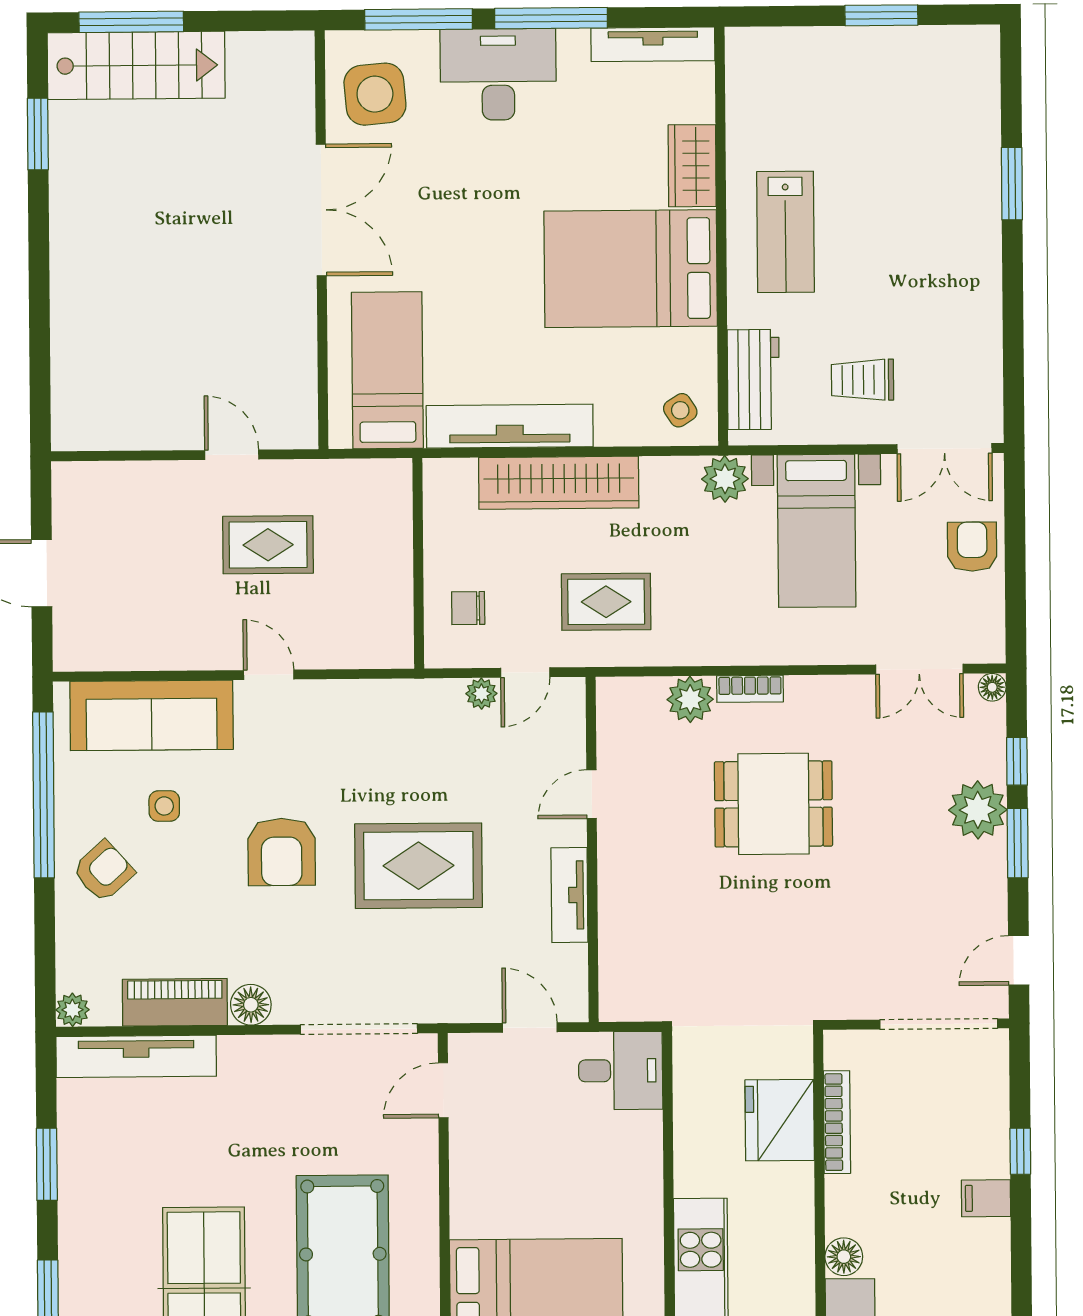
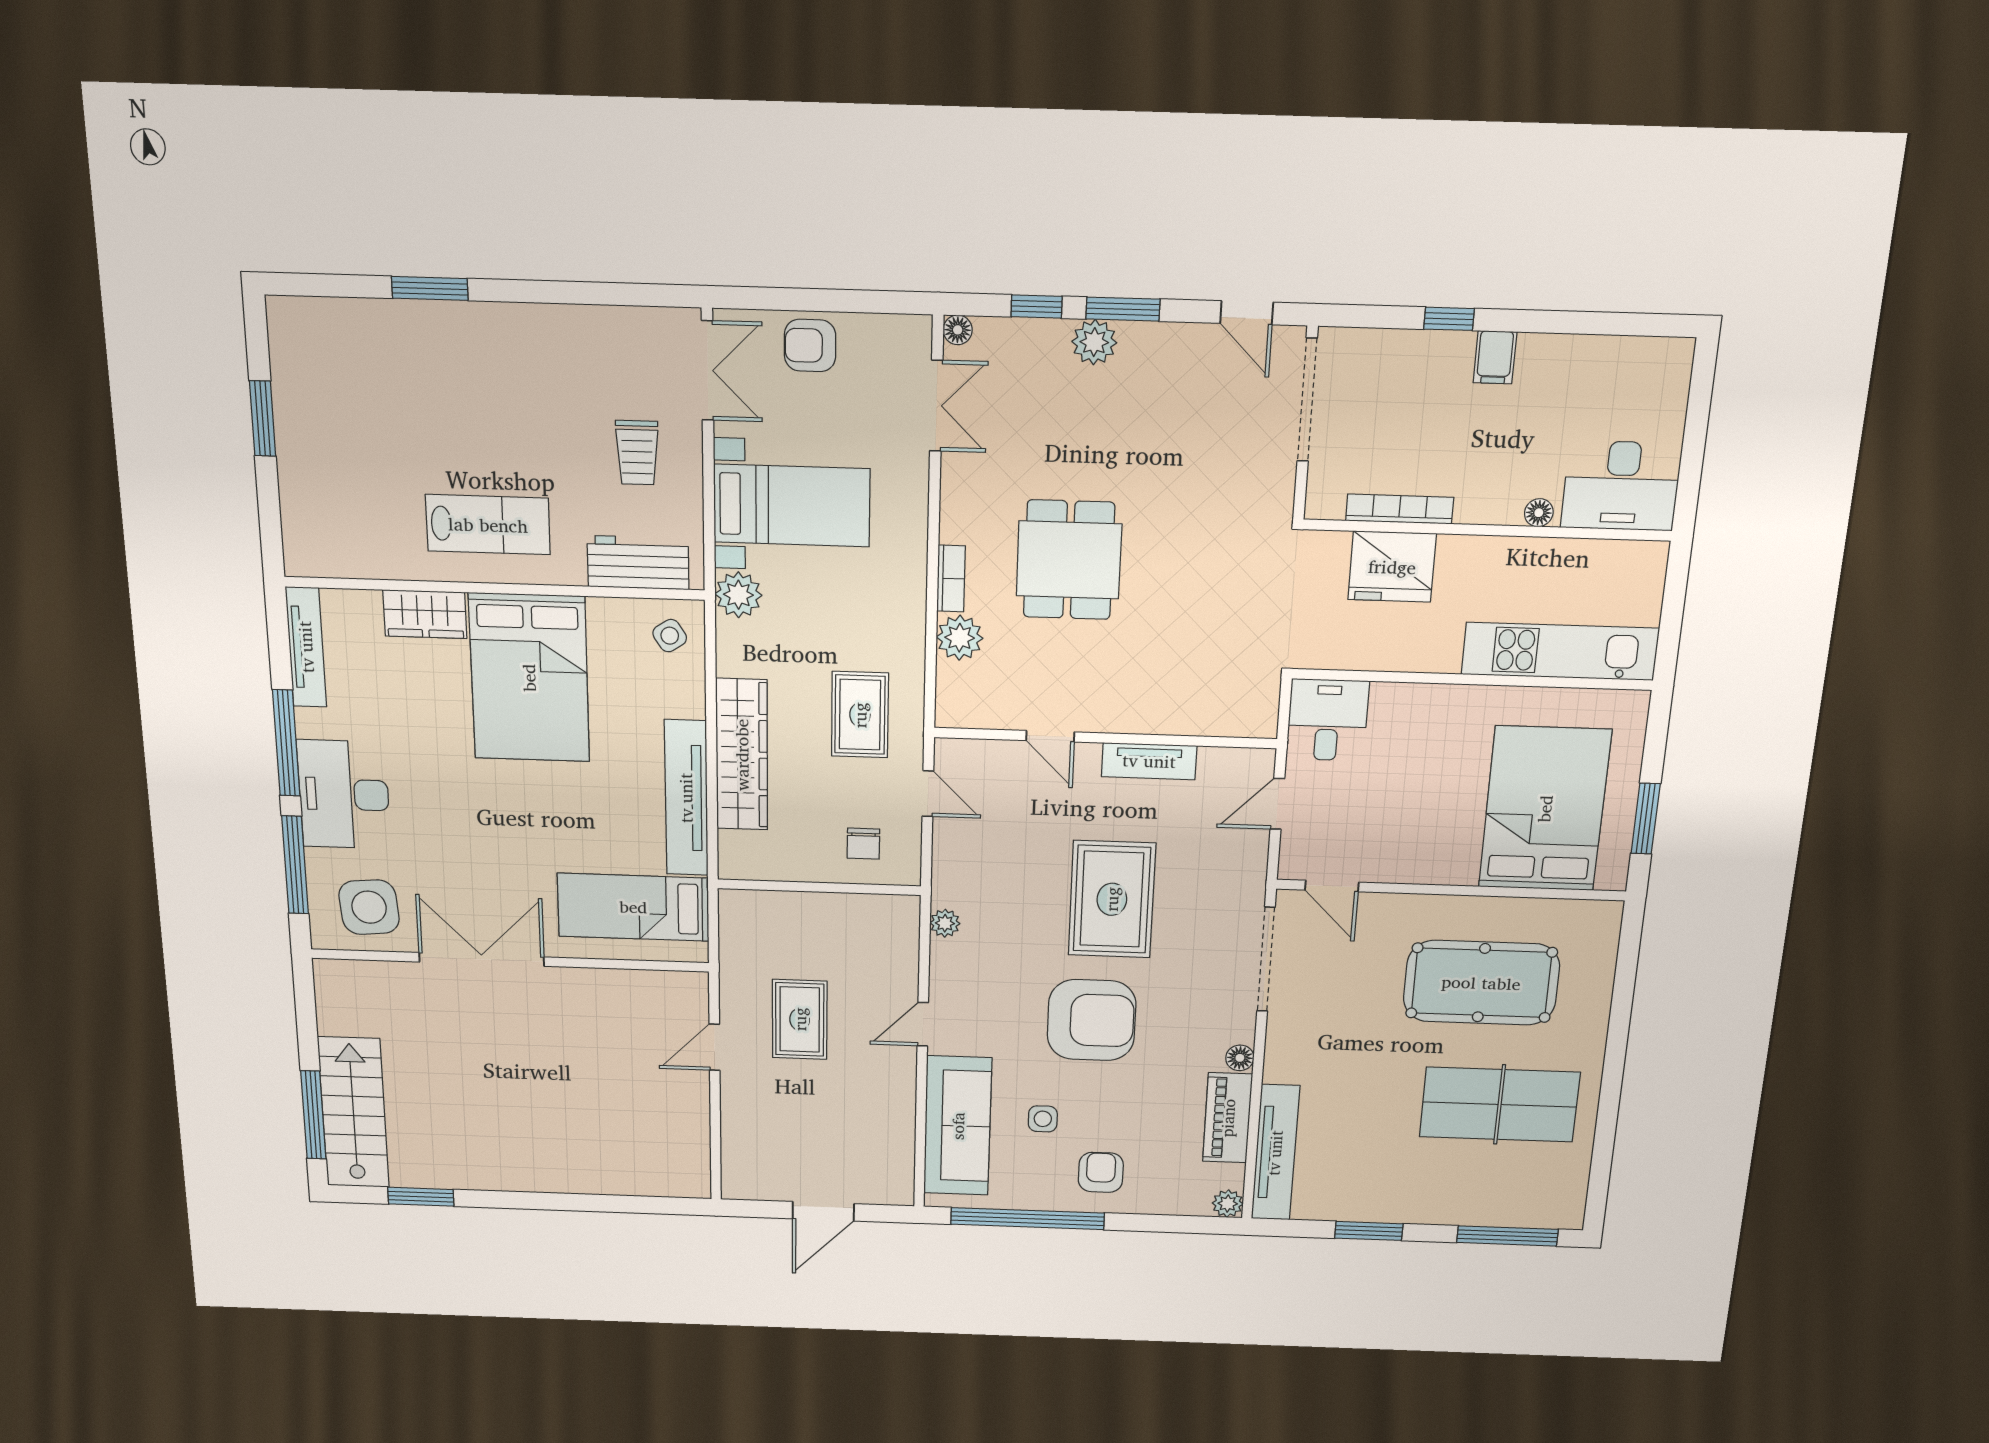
plant: (481, 694) -> (945, 923), moved
plant: (978, 810) -> (1094, 342), width x0.73, depth x0.73
armchair: (282, 852) -> (1092, 1020), width x1.36, depth x1.36
armchair: (103, 871) -> (1101, 1172), turned 42
floor lamp: (251, 1005) -> (1240, 1058), width x0.73, depth x0.73
floor lamp: (844, 1257) -> (1539, 513), width x0.73, depth x0.73

